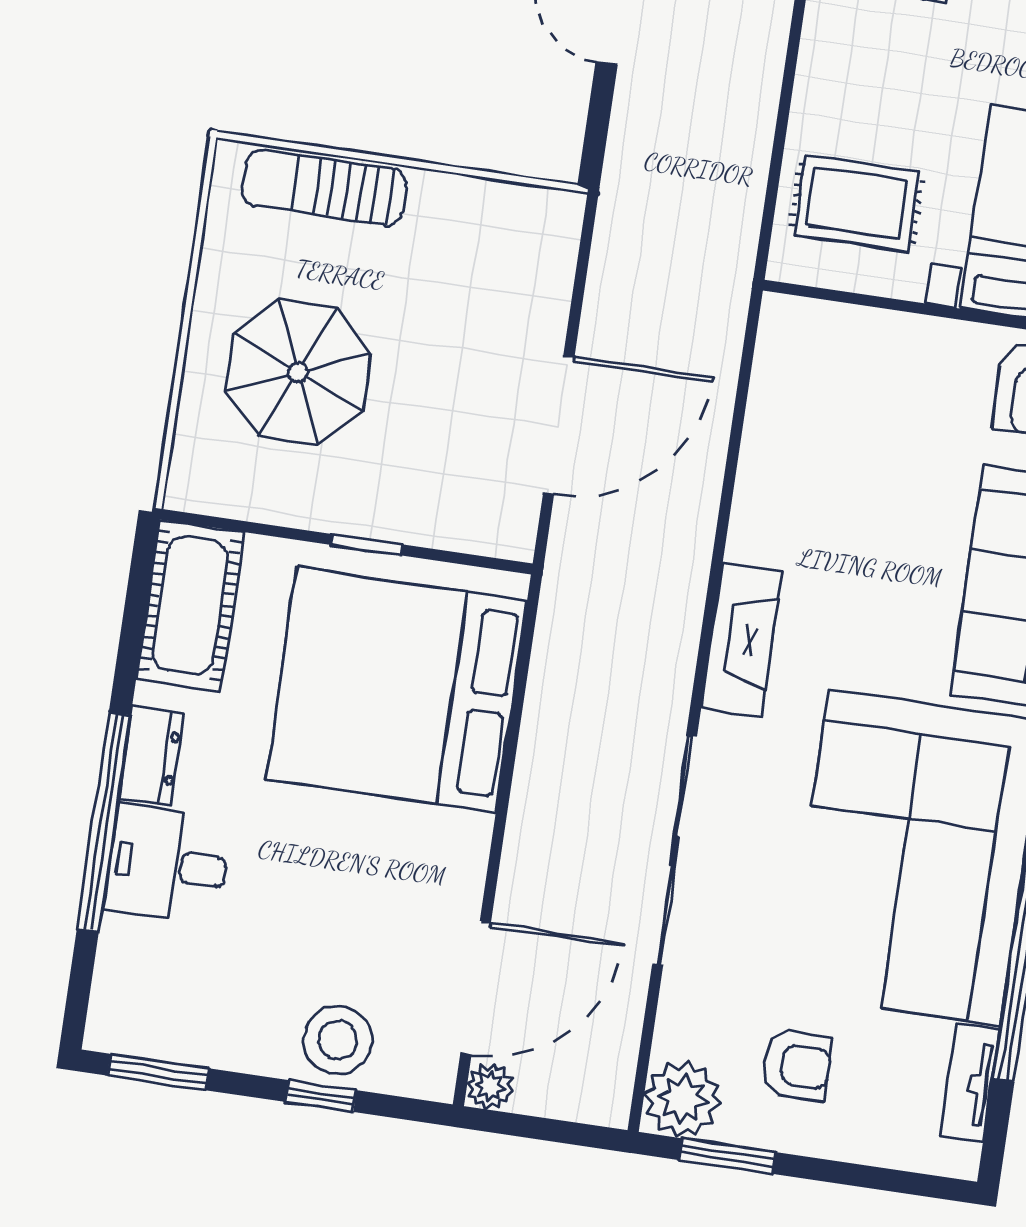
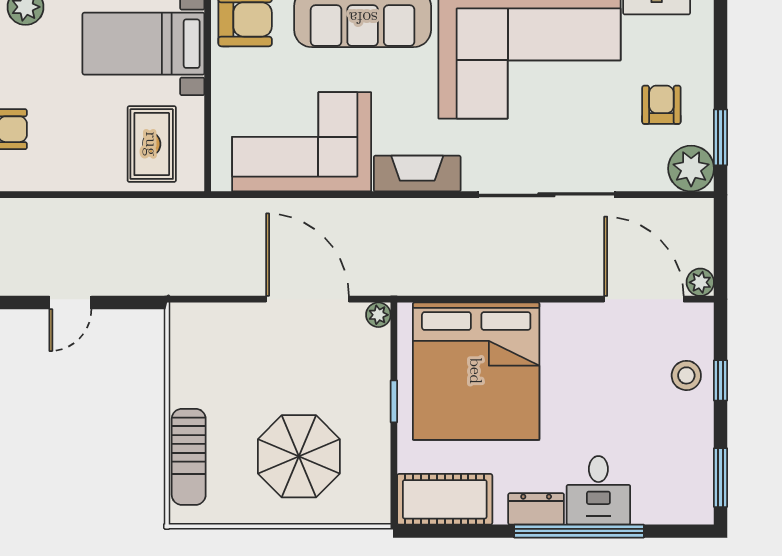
corner sofa: (823, 454) -> (302, 142), added
plant: (515, 540) -> (378, 315), added
stool: (338, 1040) -> (686, 375), width x0.73, depth x0.73

